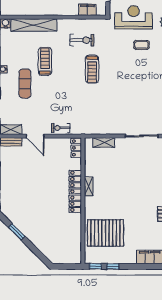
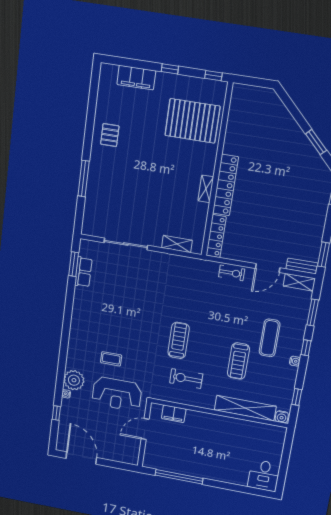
door: (35, 136) -> (268, 268), swing flipped
locker: (76, 148) -> (216, 236), width x1.53
window: (113, 266) -> (170, 69), moved

